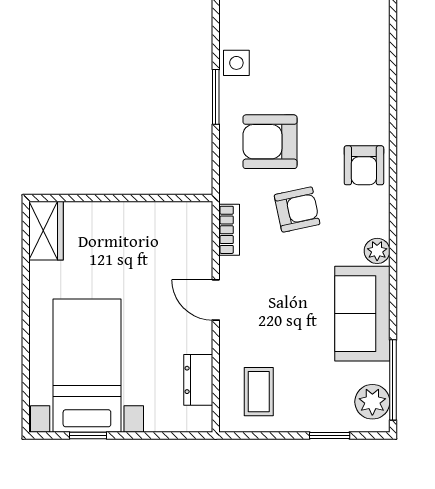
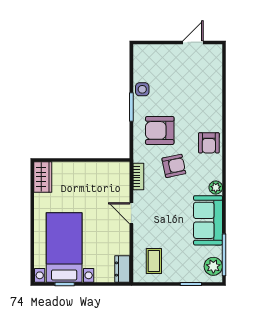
dresser: (198, 380) -> (122, 269), moved

